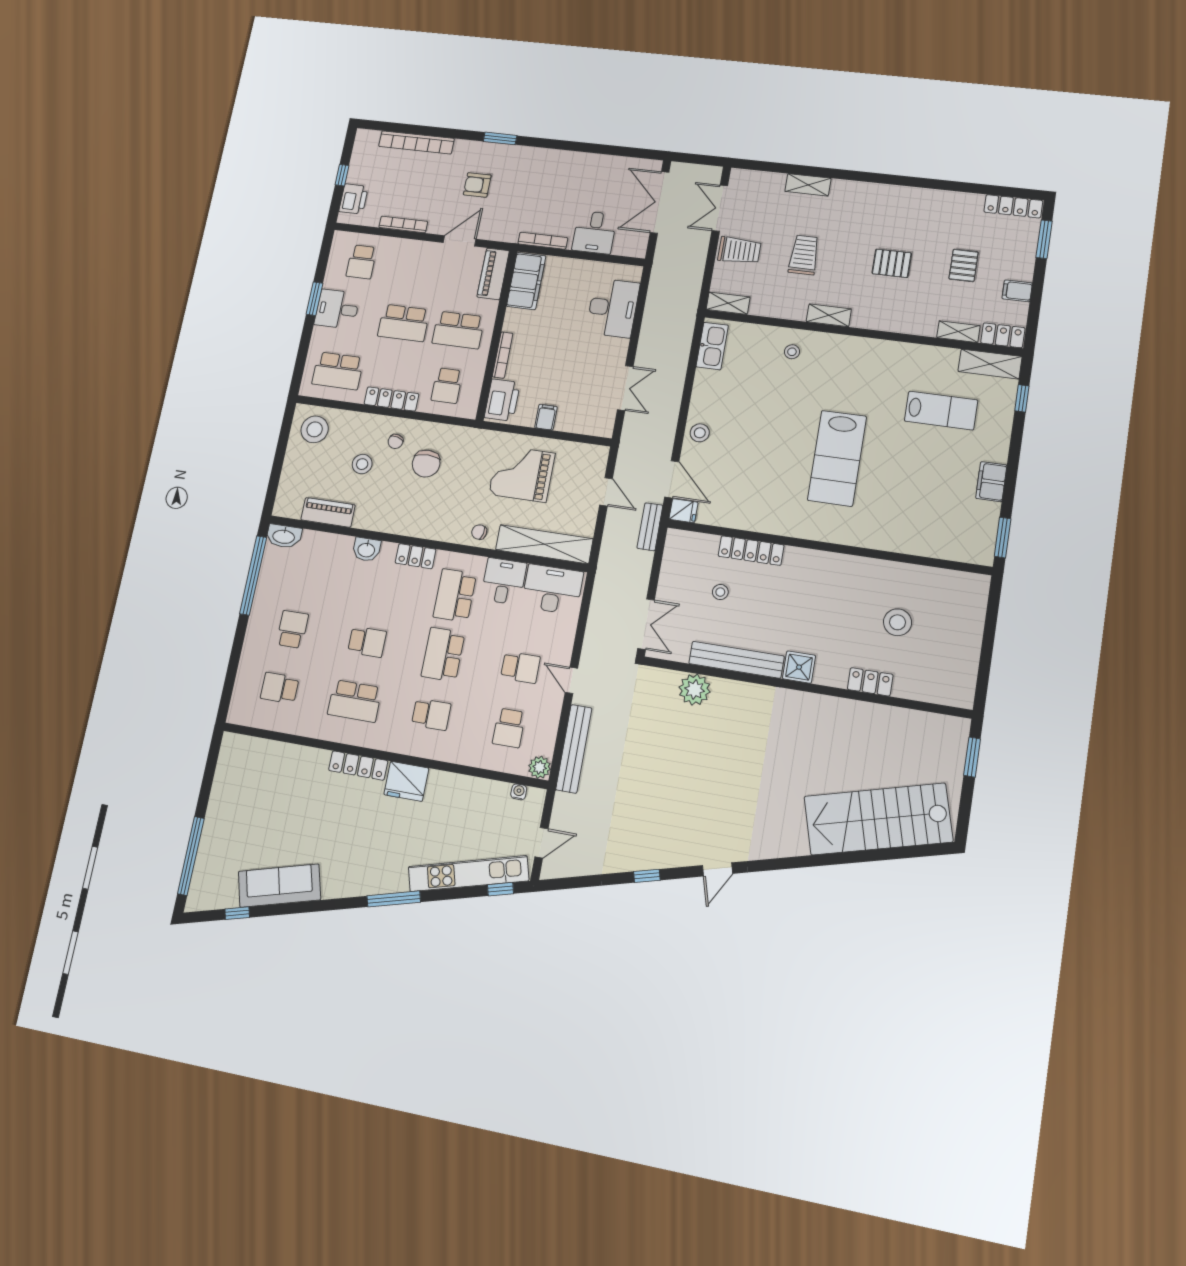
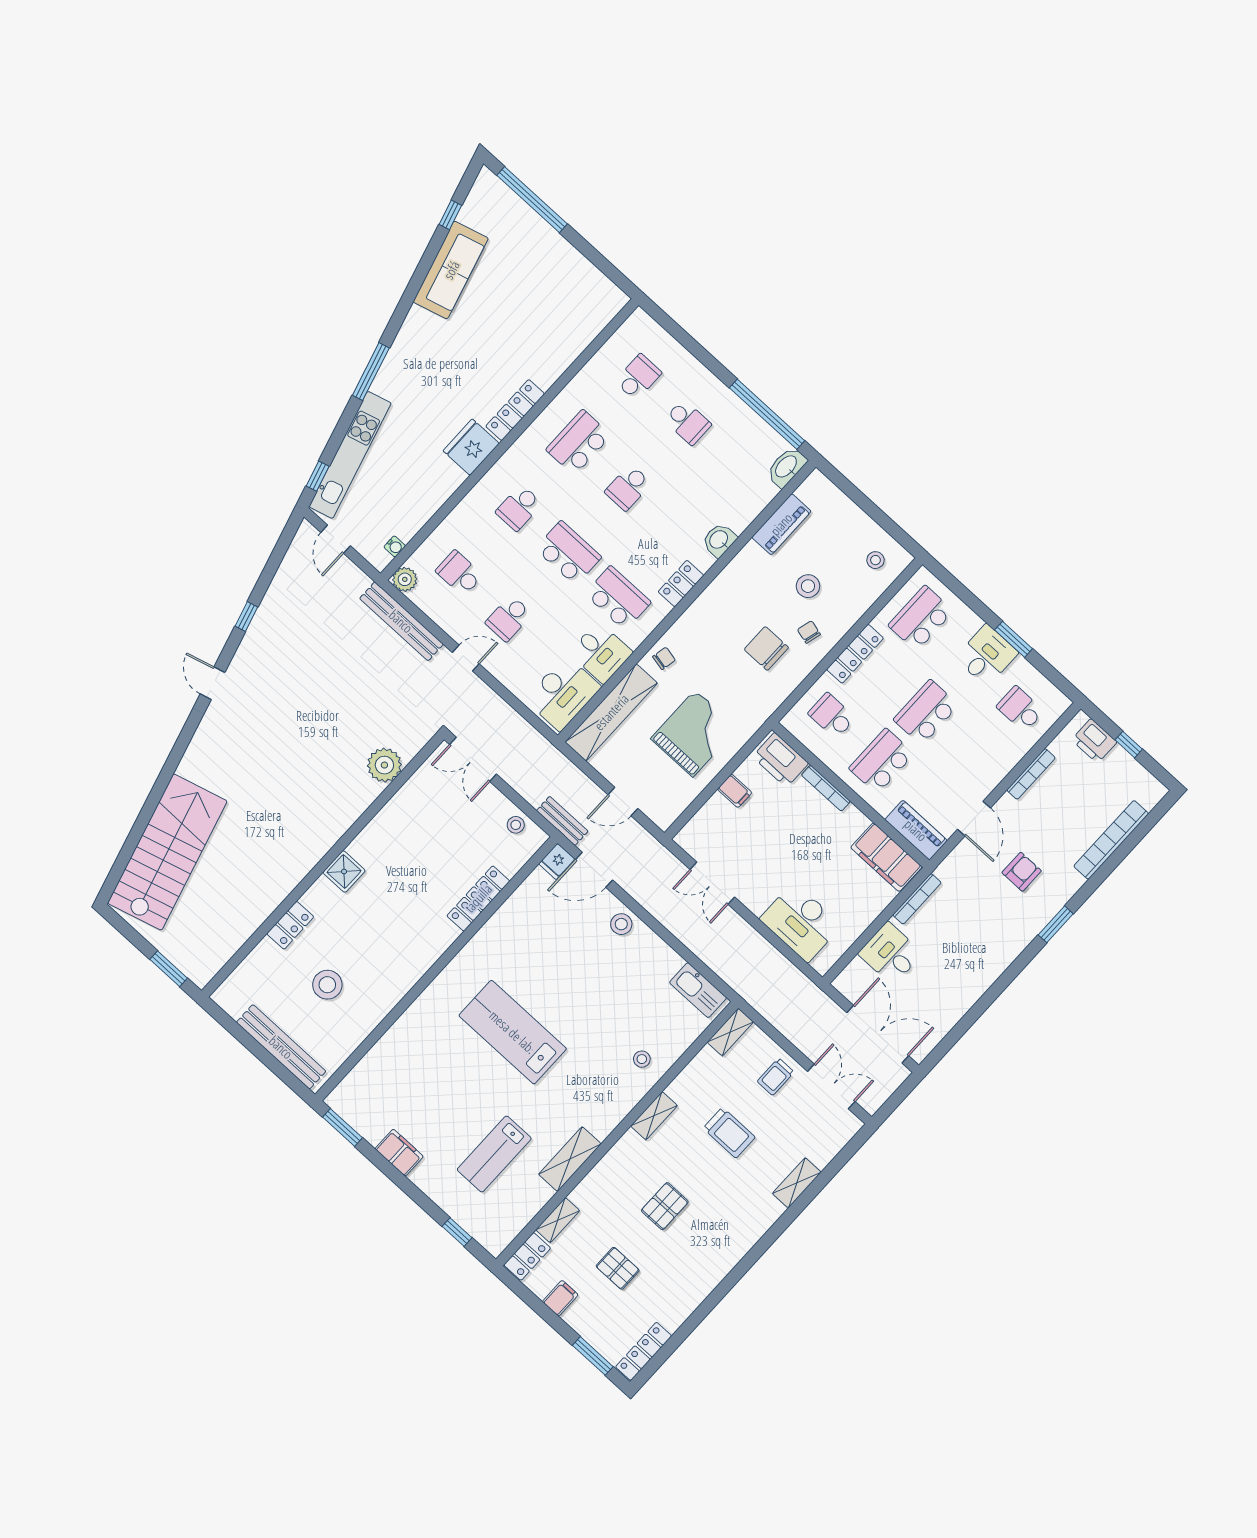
trolley: (739, 250) -> (776, 1077), width x0.73, depth x0.72
shelving: (990, 364) -> (570, 1159), moved
stool: (315, 429) -> (875, 560), width x0.53, depth x0.53
stool: (720, 592) -> (516, 825), moved
bench: (736, 660) -> (281, 1047), moved, turned 90

